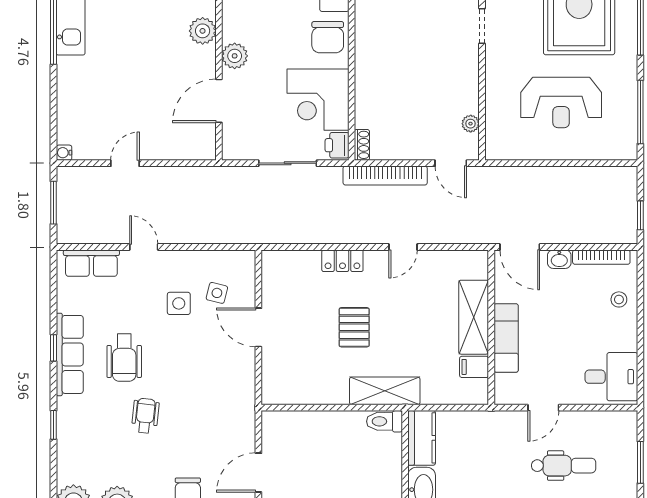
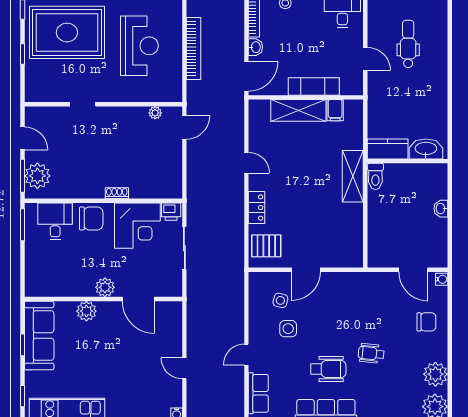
shoe rack: (362, 145) -> (117, 193), moved
bookcase: (385, 176) -> (194, 48), moved
pallet: (354, 327) -> (266, 246), moved

